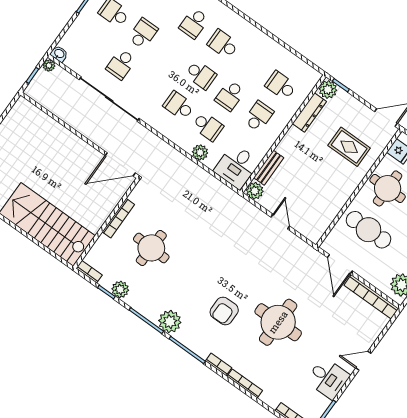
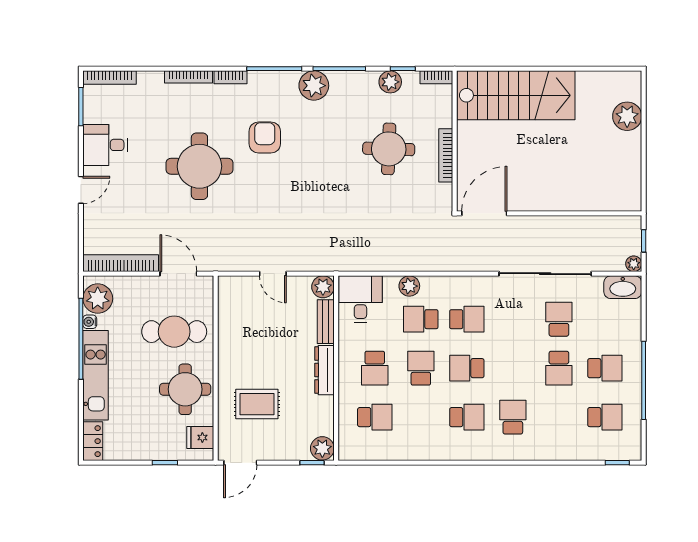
washbasin: (59, 54) -> (623, 287), width x1.91, depth x1.45
dresser: (309, 113) -> (324, 370), moved

